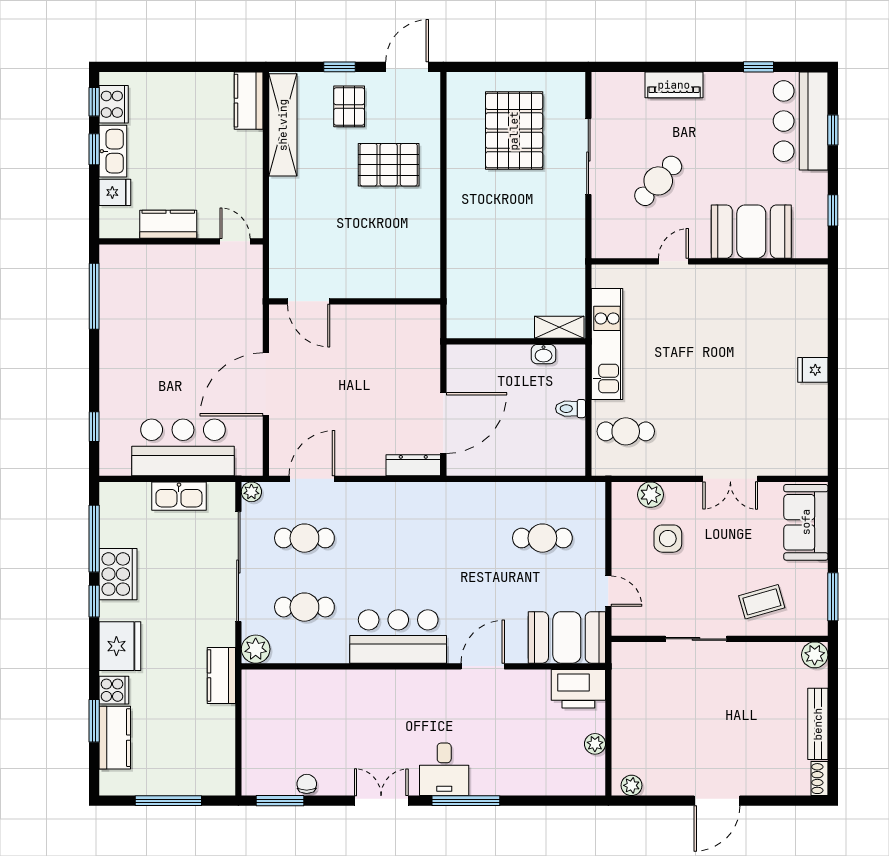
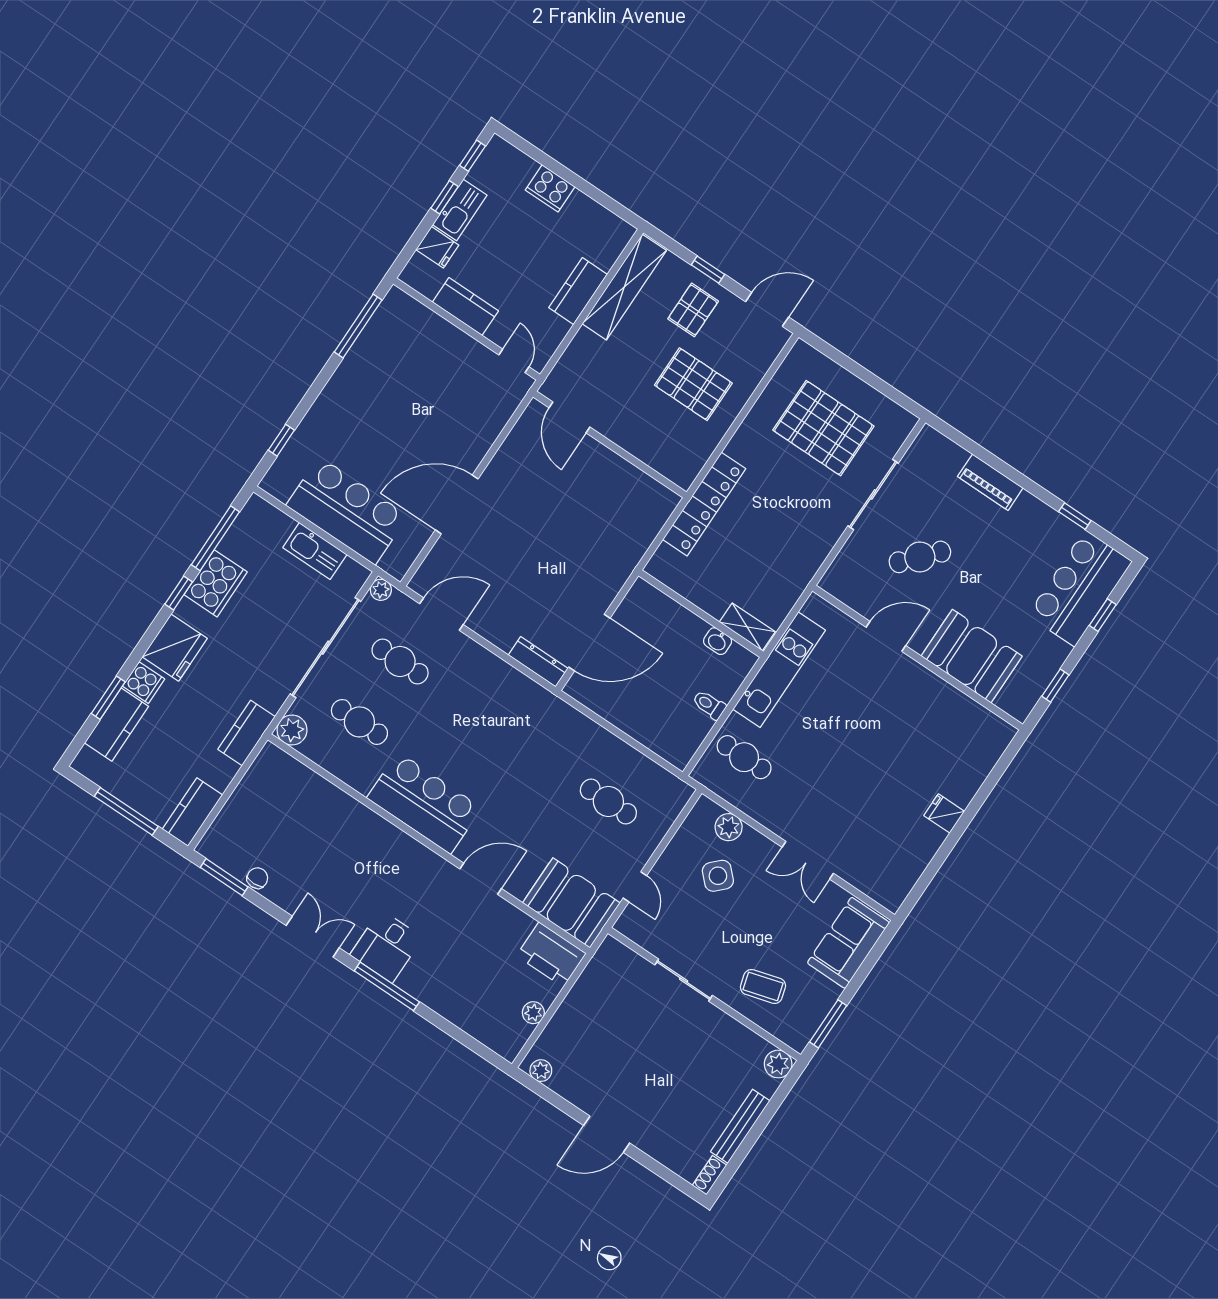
kitchen counter: (249, 101) -> (578, 291), moved
cooker: (114, 104) -> (550, 188), moved, turned 90
pallet: (514, 131) -> (823, 428), turned 90
locker: (461, 253) -> (704, 504), added
door: (673, 261) -> (886, 636), width x1.38
door: (309, 301) -> (569, 417), moved
wall: (355, 301) -> (610, 444), moved
side table: (668, 539) -> (718, 876), turned 45
kitchen counter: (221, 766) -> (192, 812), added

